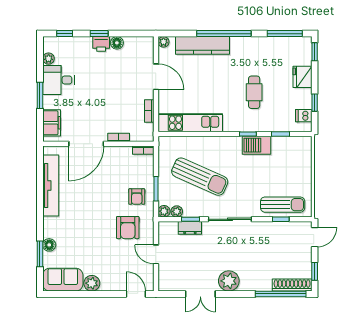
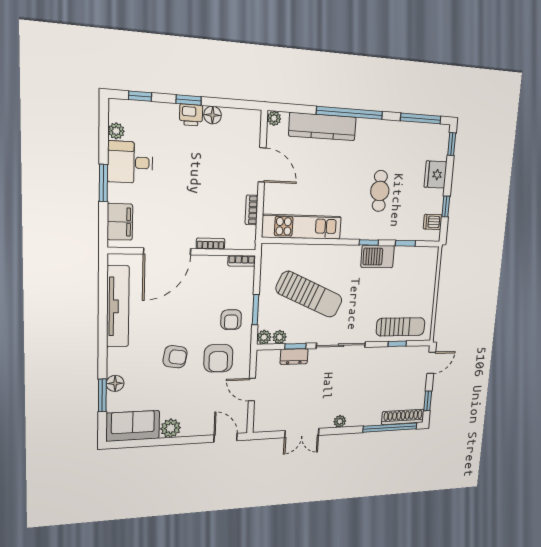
armchair: (94, 225) -> (175, 357), added
plant: (229, 281) -> (340, 421), width x0.53, depth x0.53

